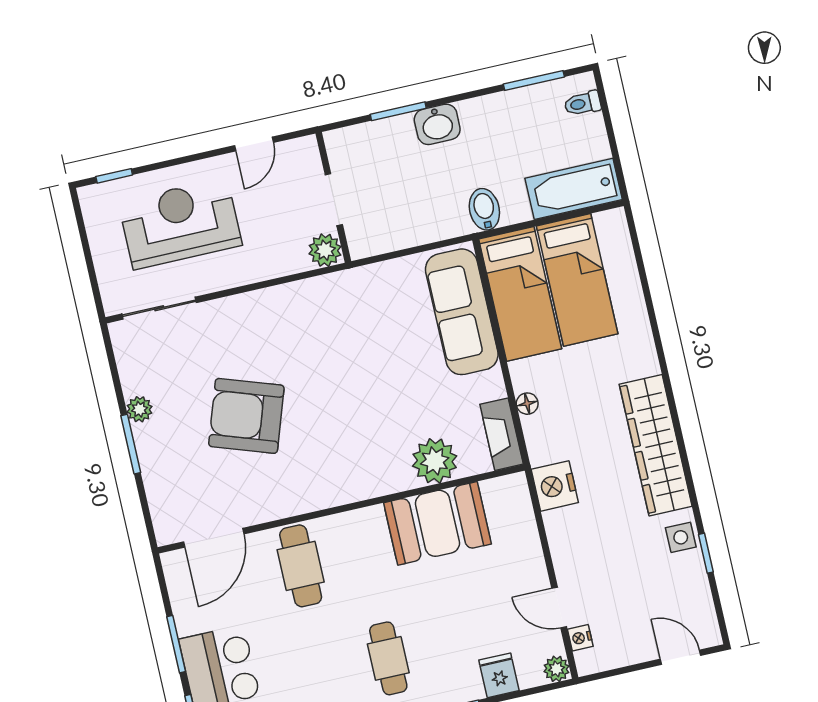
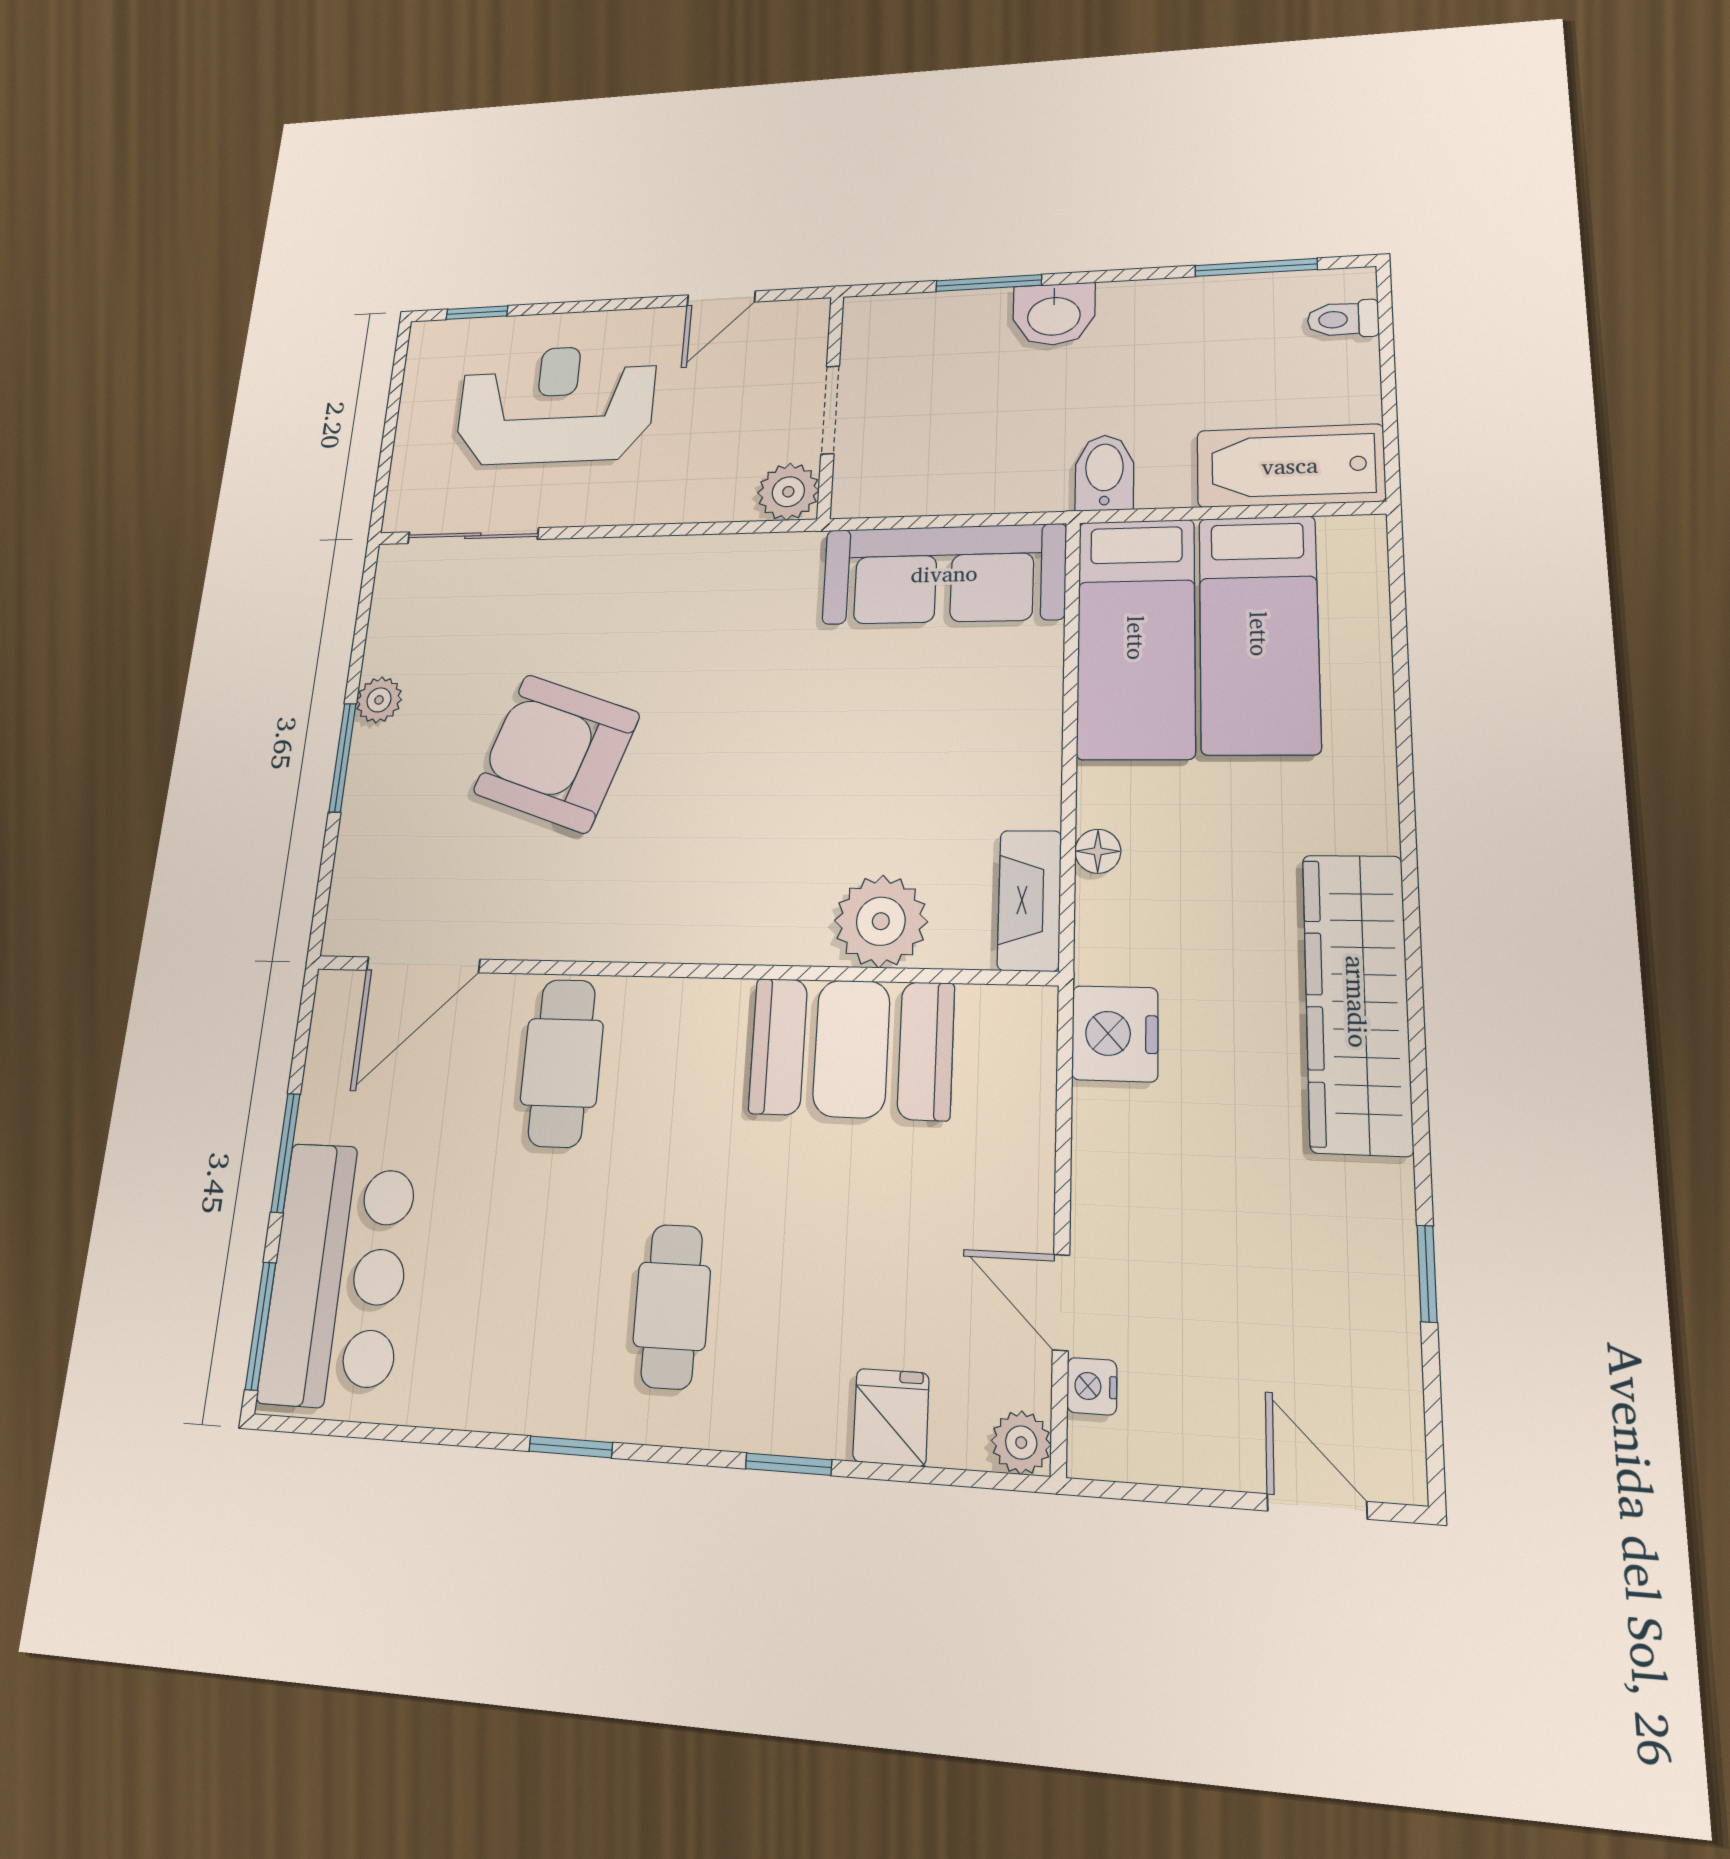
sofa: (462, 312) -> (944, 574), moved, turned -90
side table: (681, 537) -> (1374, 1221), removed

